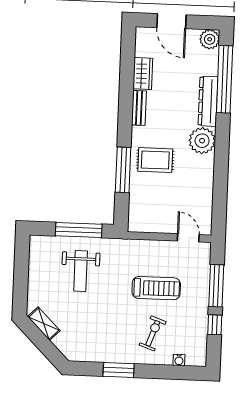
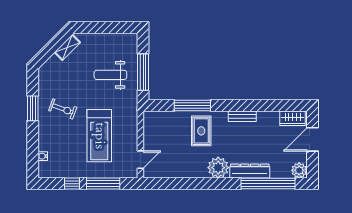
wardrobe: (143, 74) -> (293, 118), moved
treadmill: (156, 288) -> (99, 136), width x1.37, depth x1.38
exercise bike: (153, 333) -> (63, 109), moved

